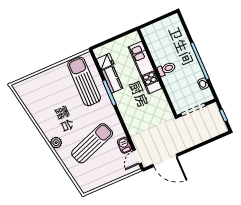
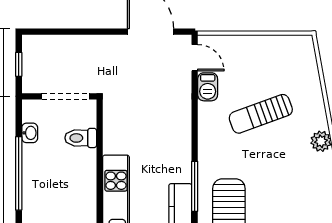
toilet: (167, 69) -> (81, 138), moved
sun lounger: (92, 143) -> (261, 114), width x0.73, depth x0.75
door: (137, 157) -> (195, 58), hinge flipped

